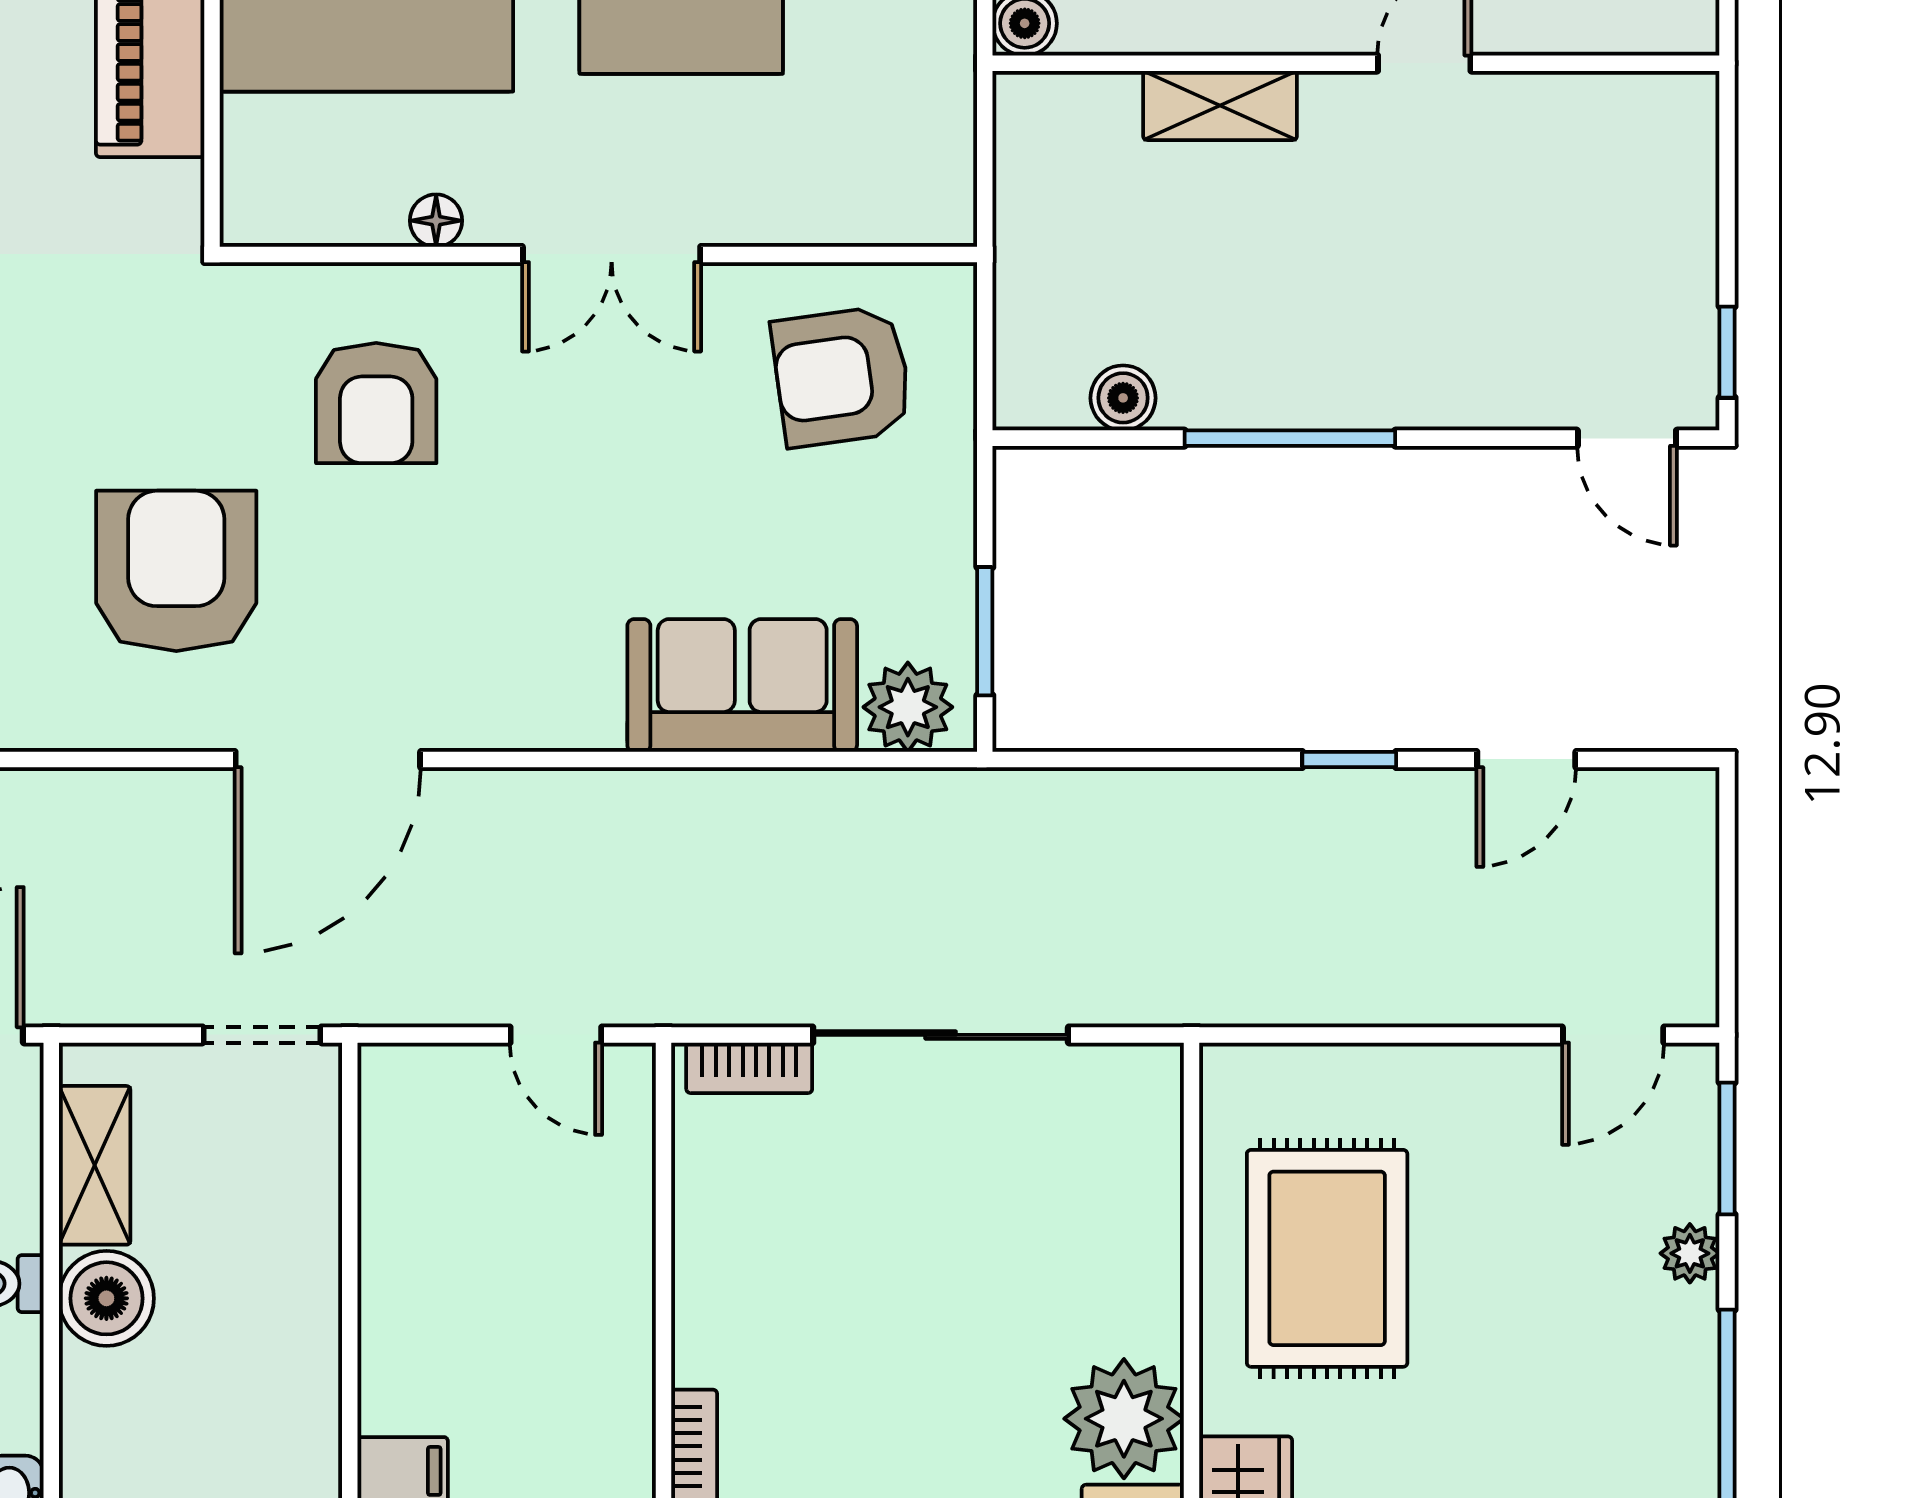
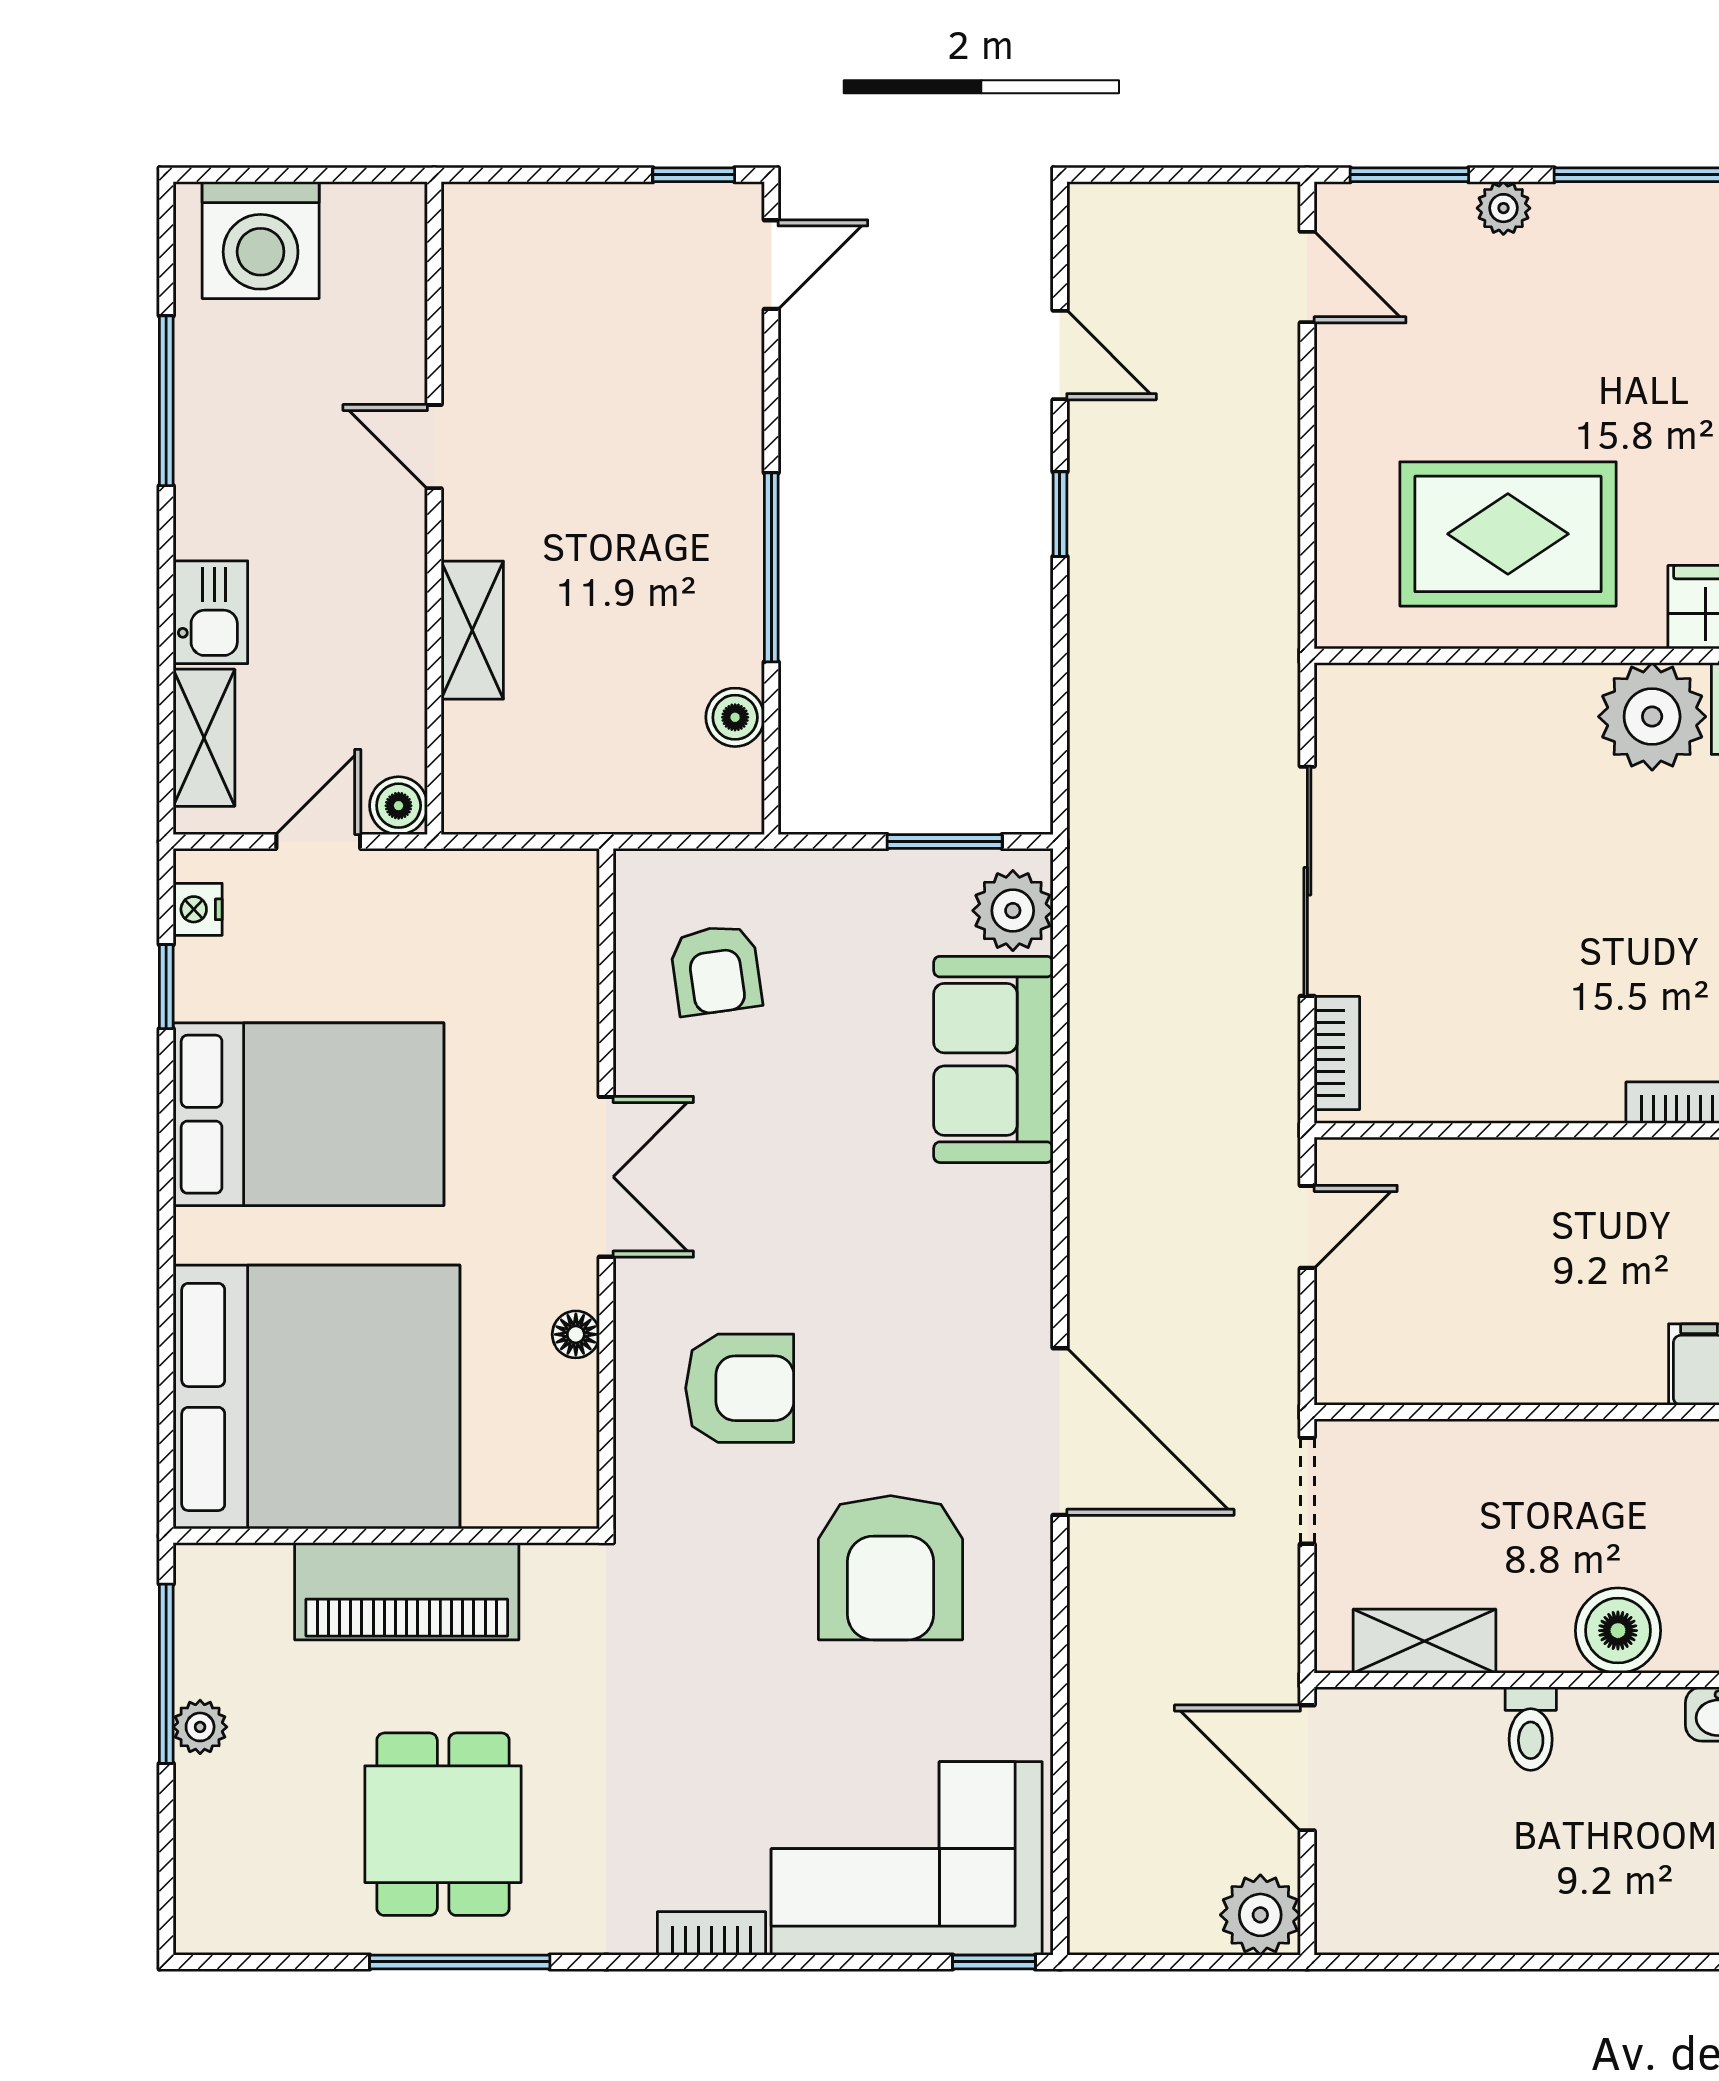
armchair: (842, 376) -> (716, 970), width x0.72, depth x0.72
armchair: (176, 571) -> (891, 1568), turned -90
boiler: (106, 1298) -> (1618, 1631), moved

